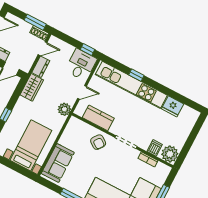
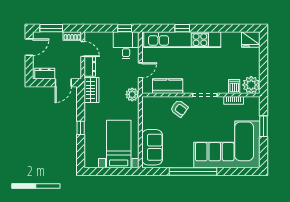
window: (35, 22) -> (51, 28), moved
door: (43, 49) -> (83, 49), hinge flipped
fridge: (173, 106) -> (251, 40), moved

